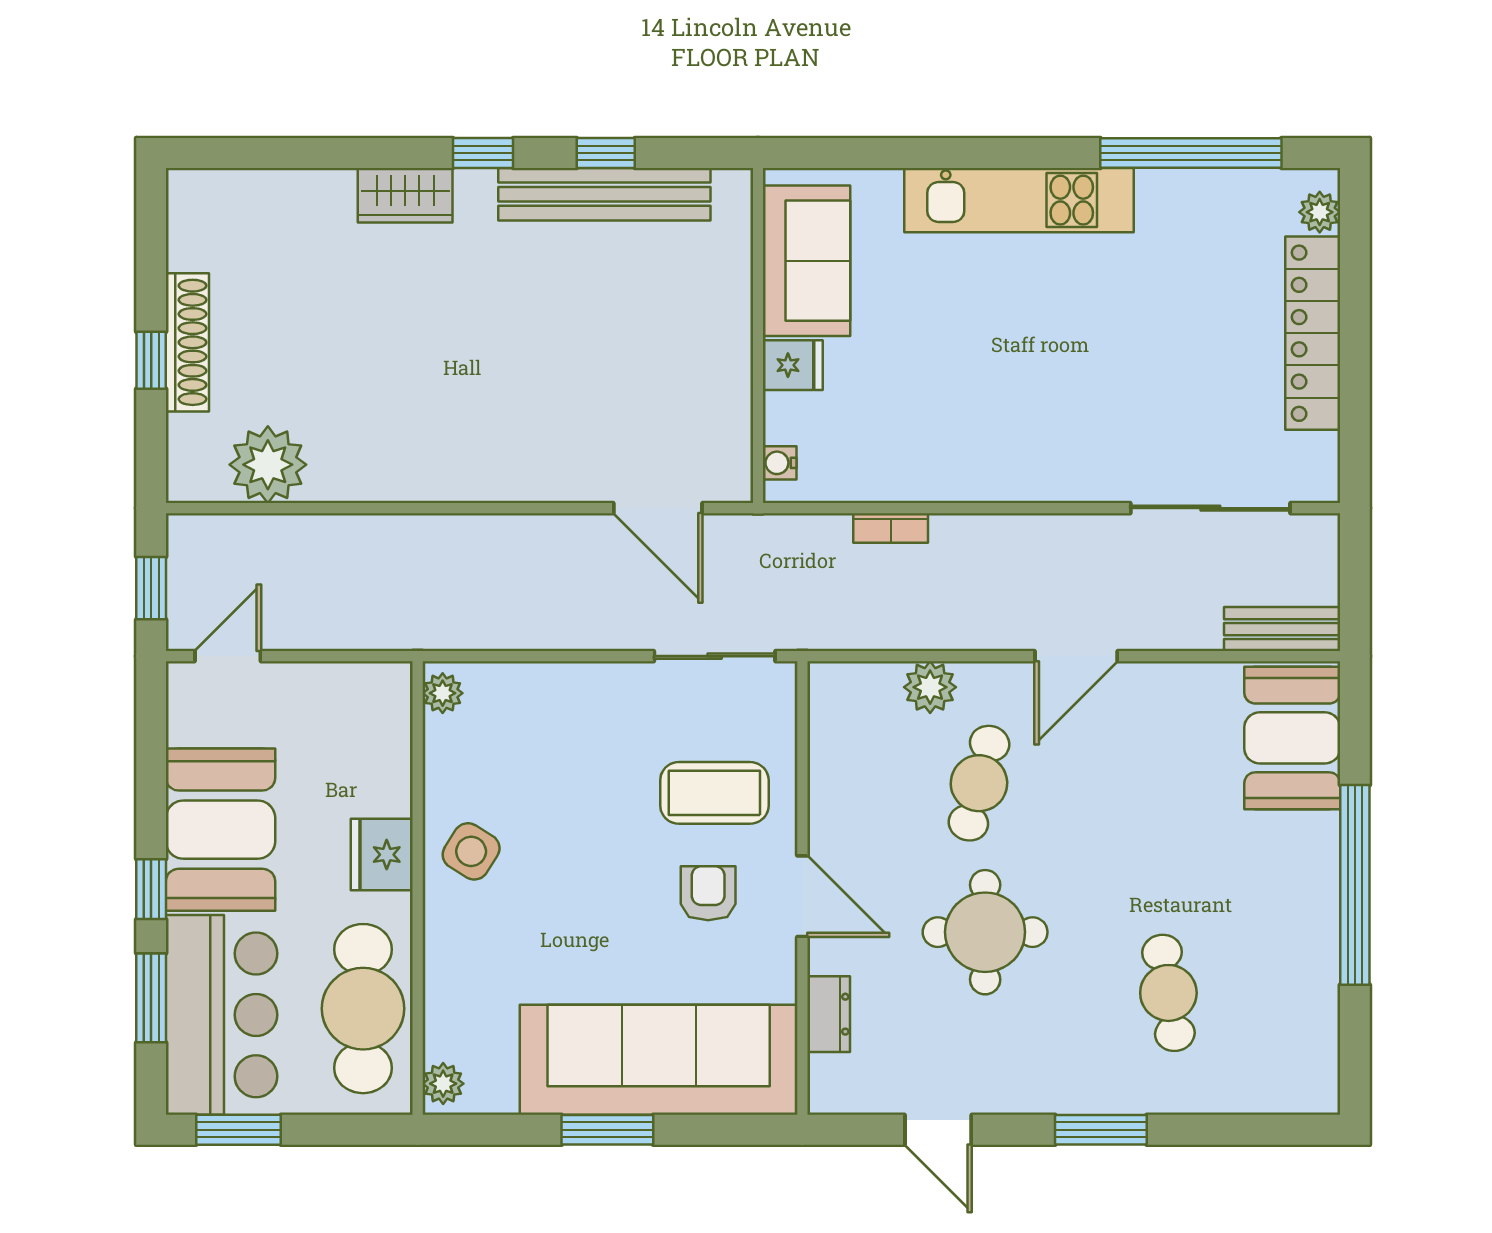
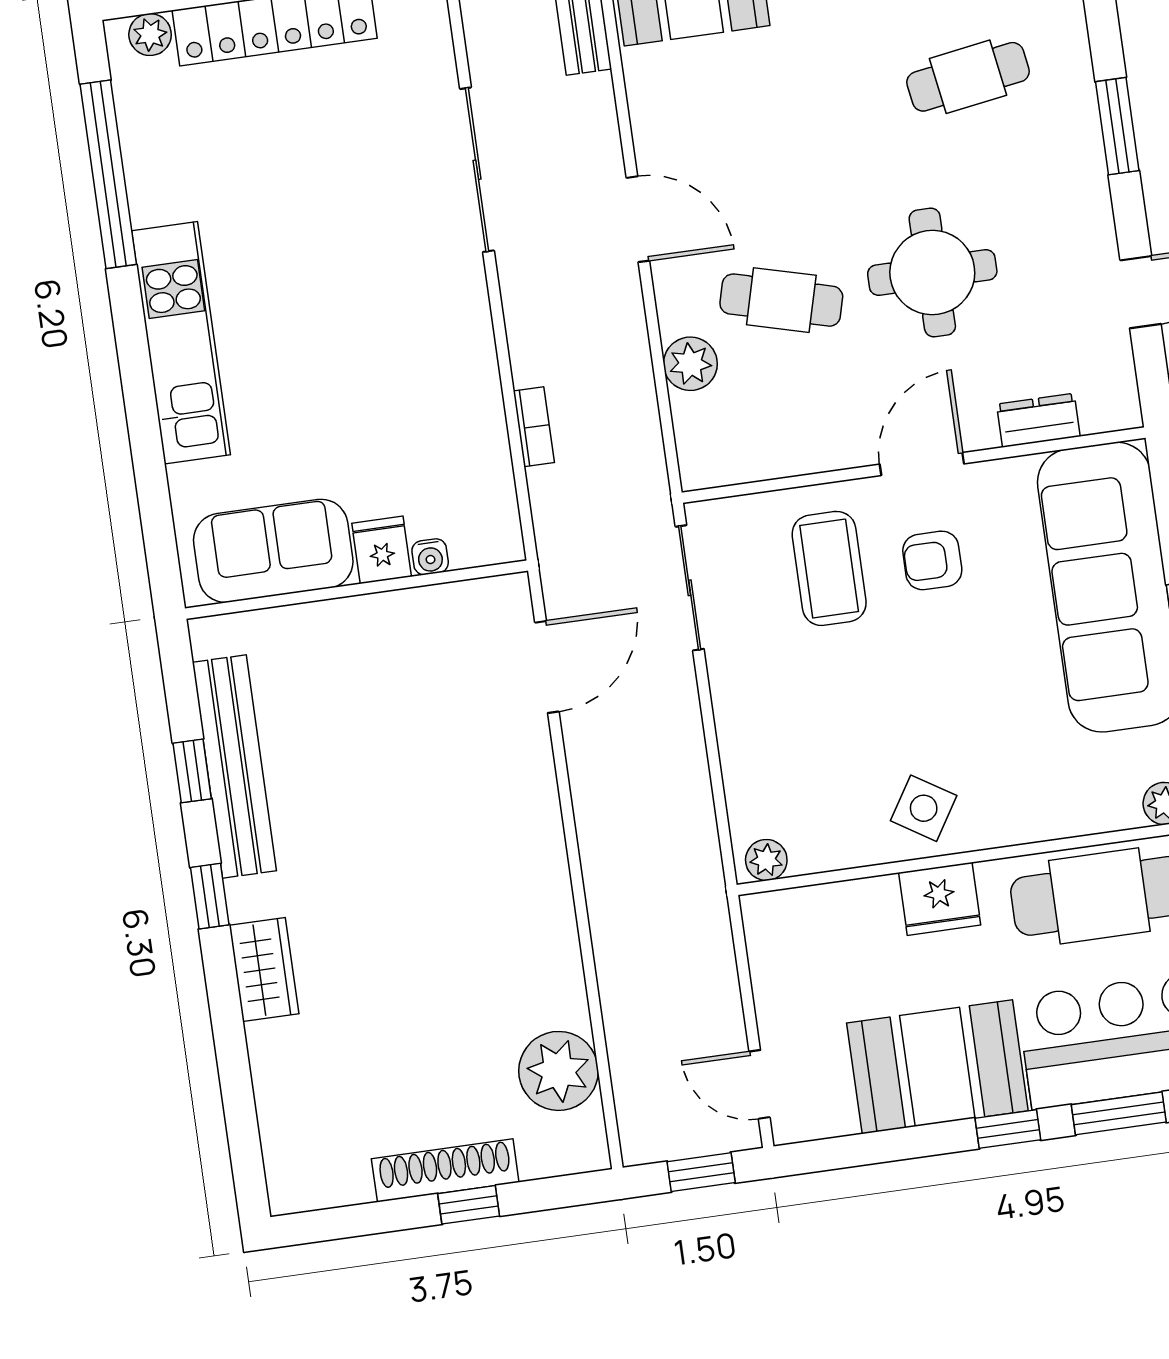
water cooler: (780, 463) -> (430, 557), moved
sliding door: (1210, 508) -> (477, 170), moved

